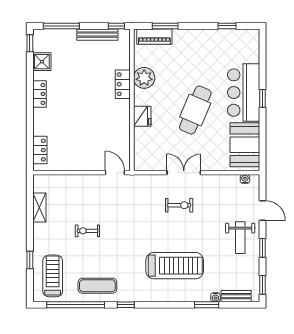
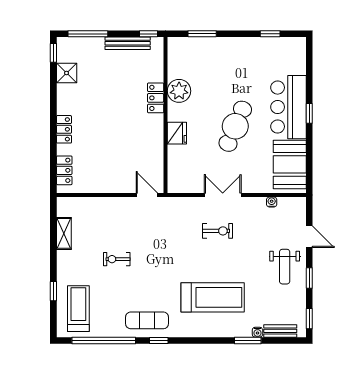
piano: (154, 37) -> (190, 46), removed
locker: (39, 94) -> (64, 129), moved
water cooler: (245, 179) -> (272, 202), moved
exercise mat: (97, 286) -> (147, 320), moved

